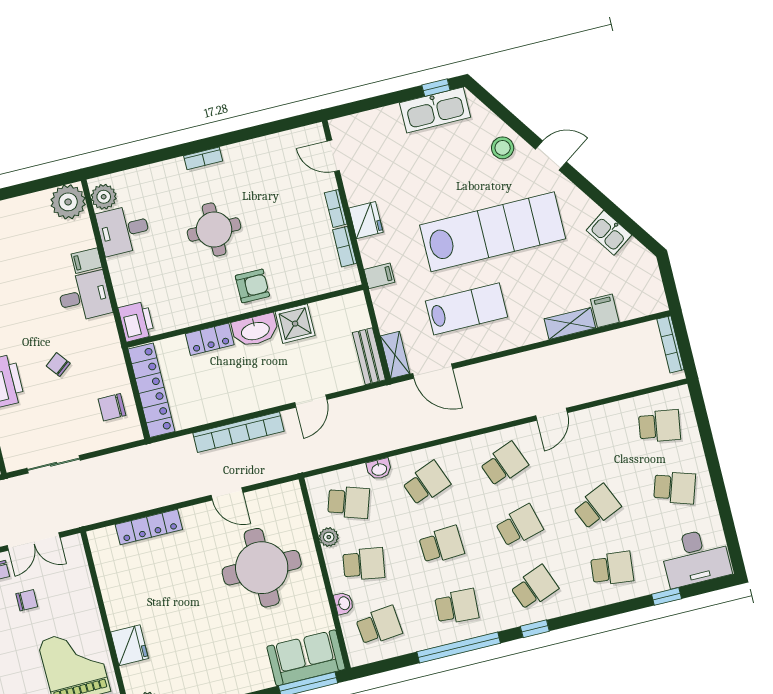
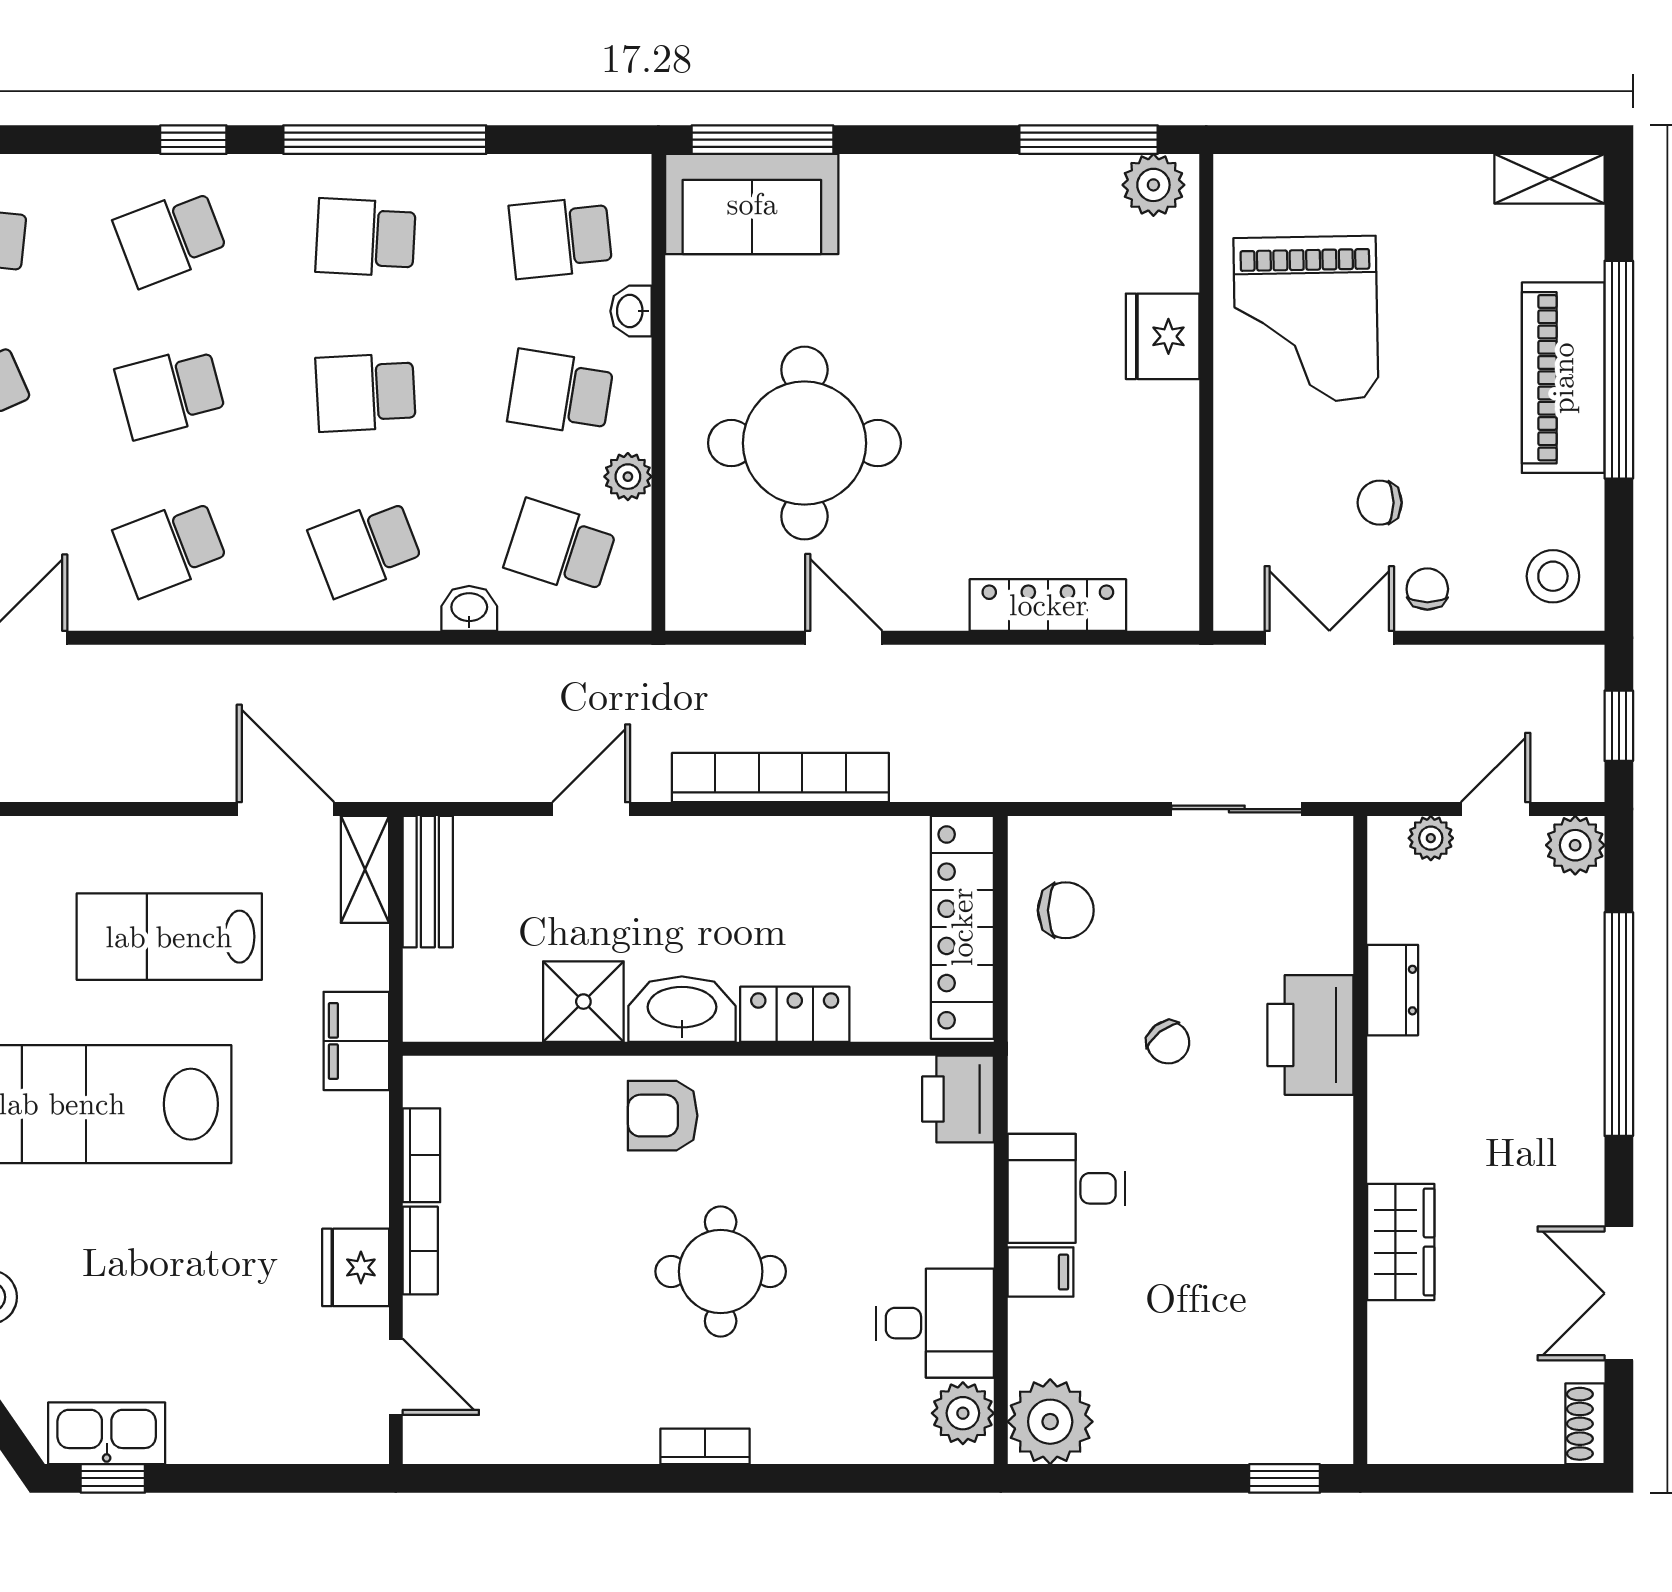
kitchen sink: (435, 110) -> (107, 1433), width x0.73, depth x0.81
fridge: (366, 220) -> (356, 1267), moved
filing cabinet: (379, 276) -> (356, 1041), width x2.00

